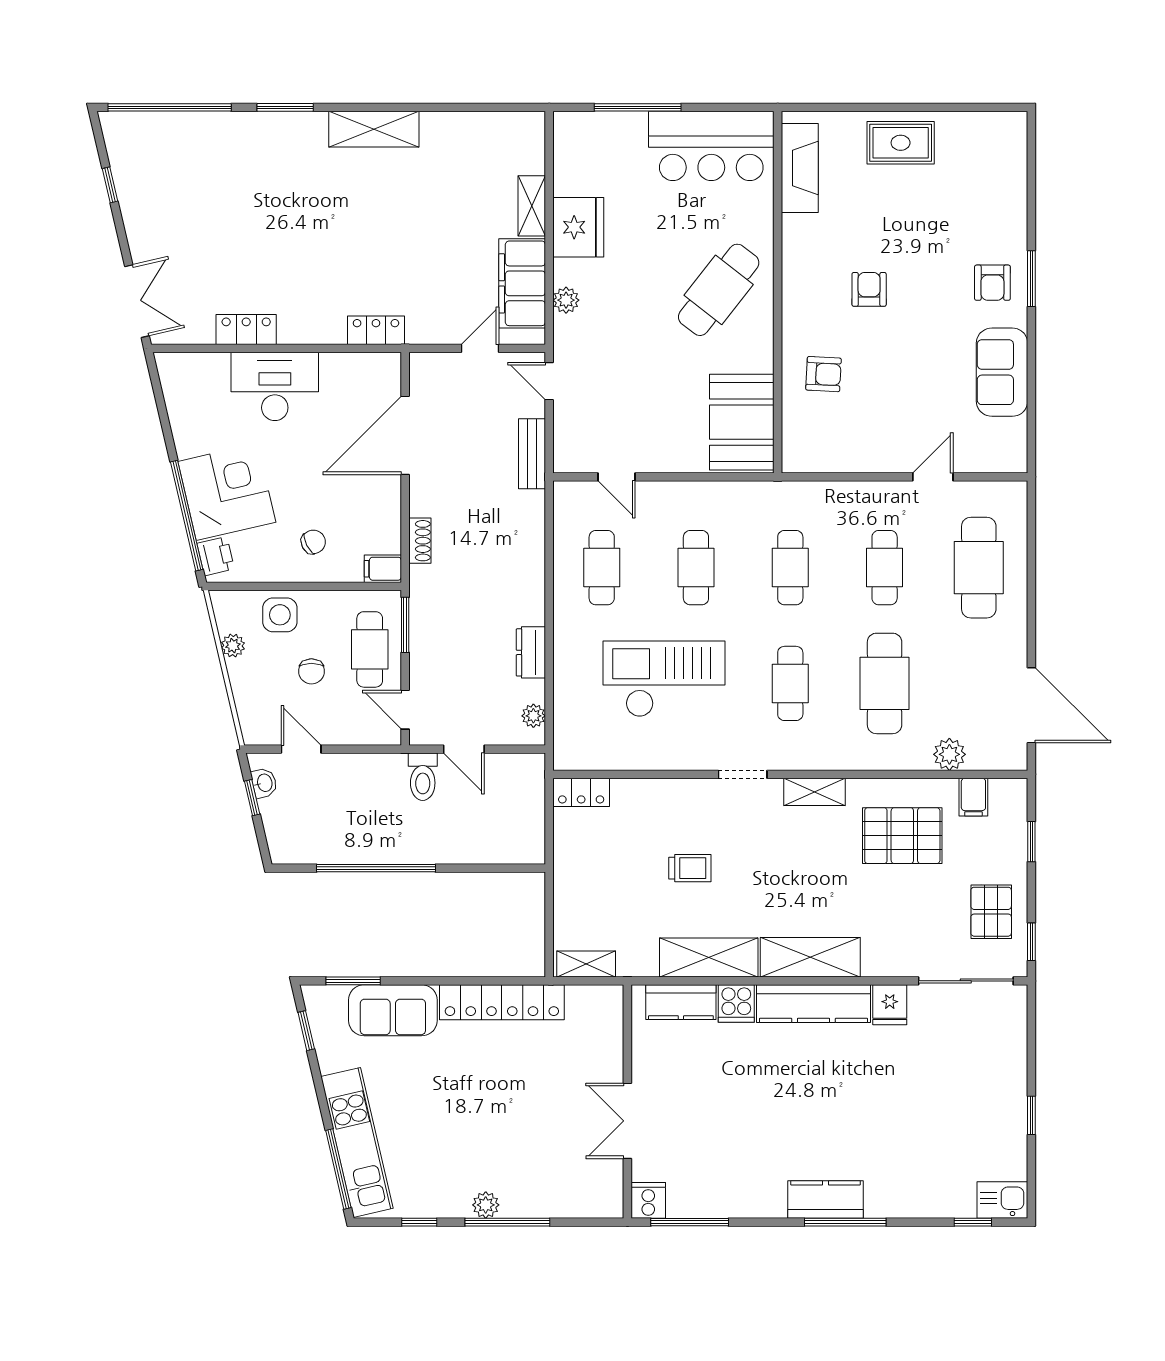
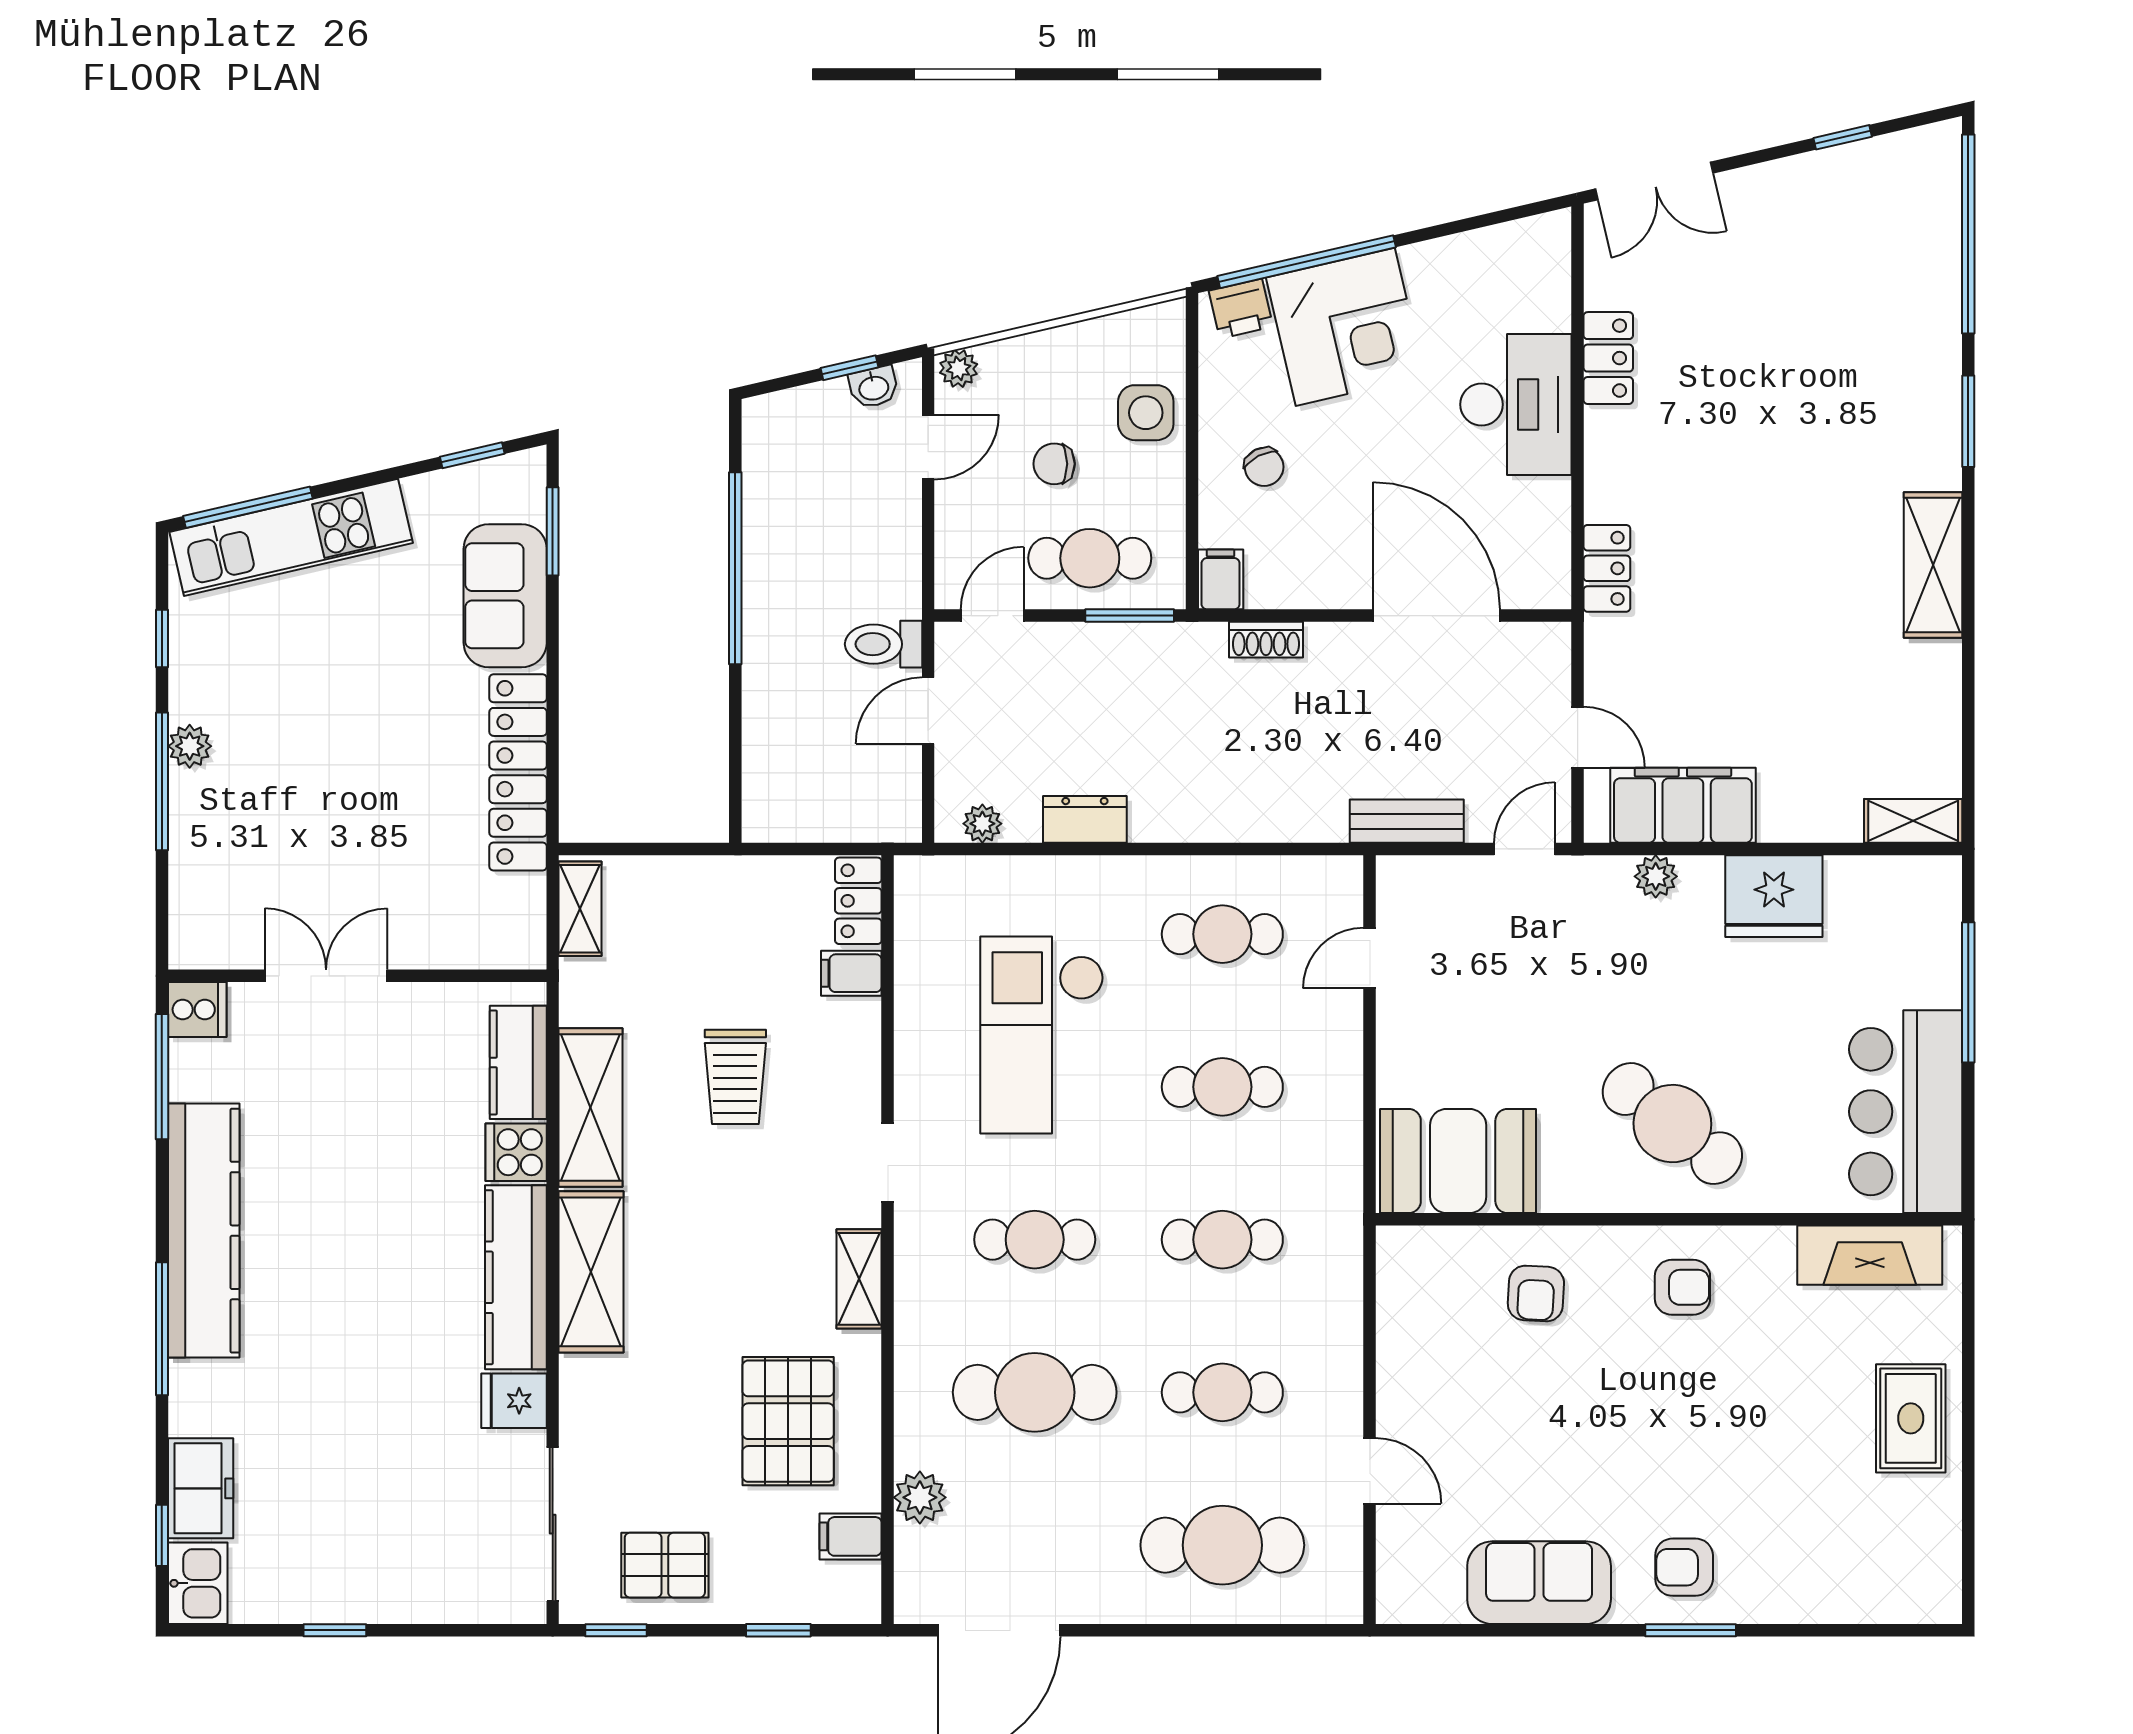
shelving: (532, 206) -> (1913, 821), moved
armchair: (869, 289) -> (1682, 1287), moved
plant: (233, 646) -> (959, 368), moved
checkout: (664, 679) -> (1042, 1035), turned 180
filing cabinet: (626, 797) -> (851, 973), added
trolley: (690, 868) -> (735, 1077), width x1.36, depth x1.39
freezer: (944, 1198) -> (201, 1488), added
kitchen counter: (825, 1199) -> (204, 1231), width x2.08, depth x1.17

